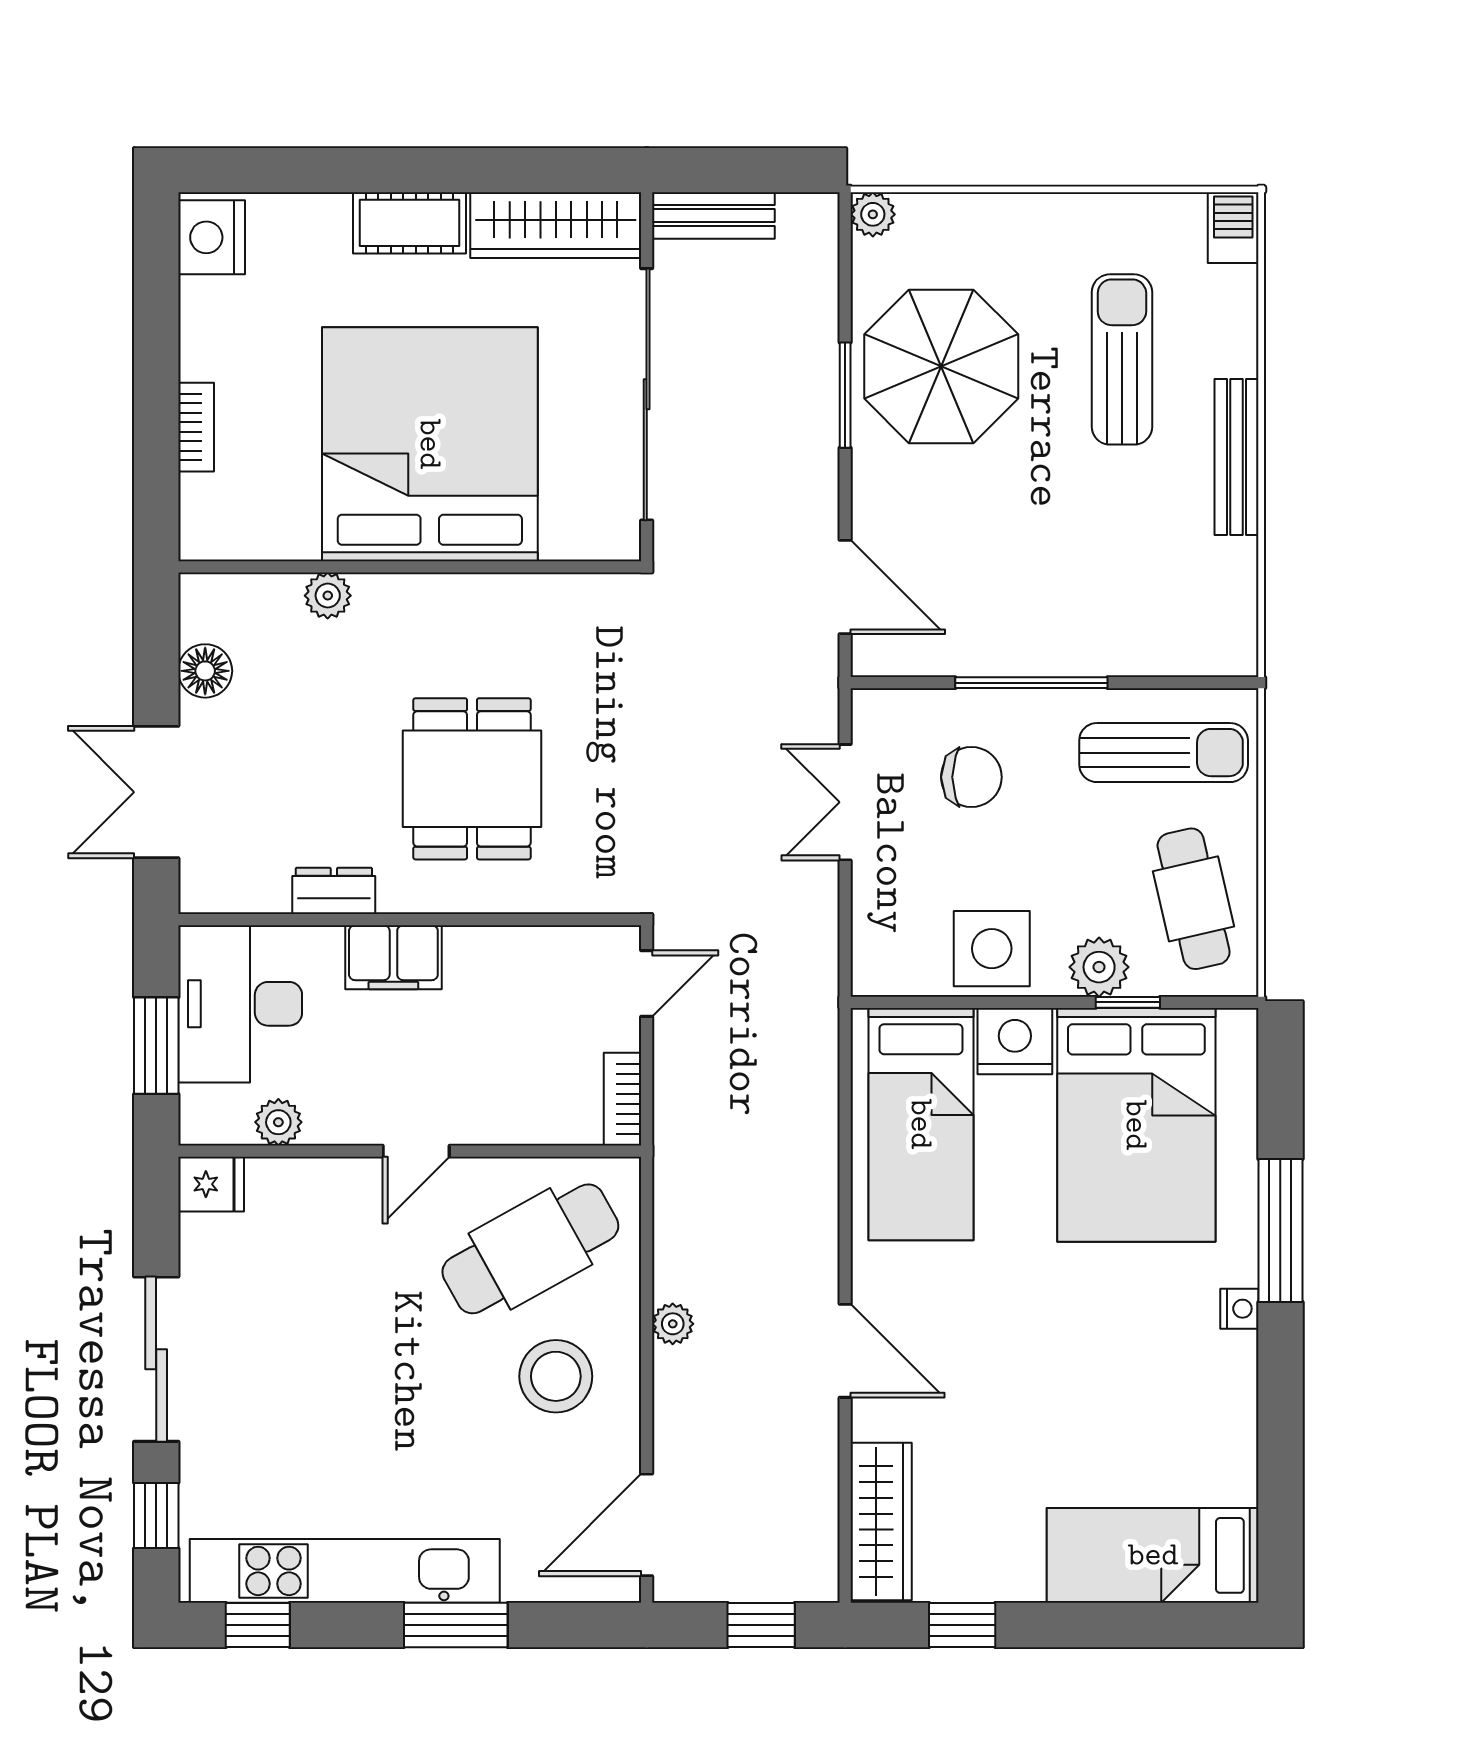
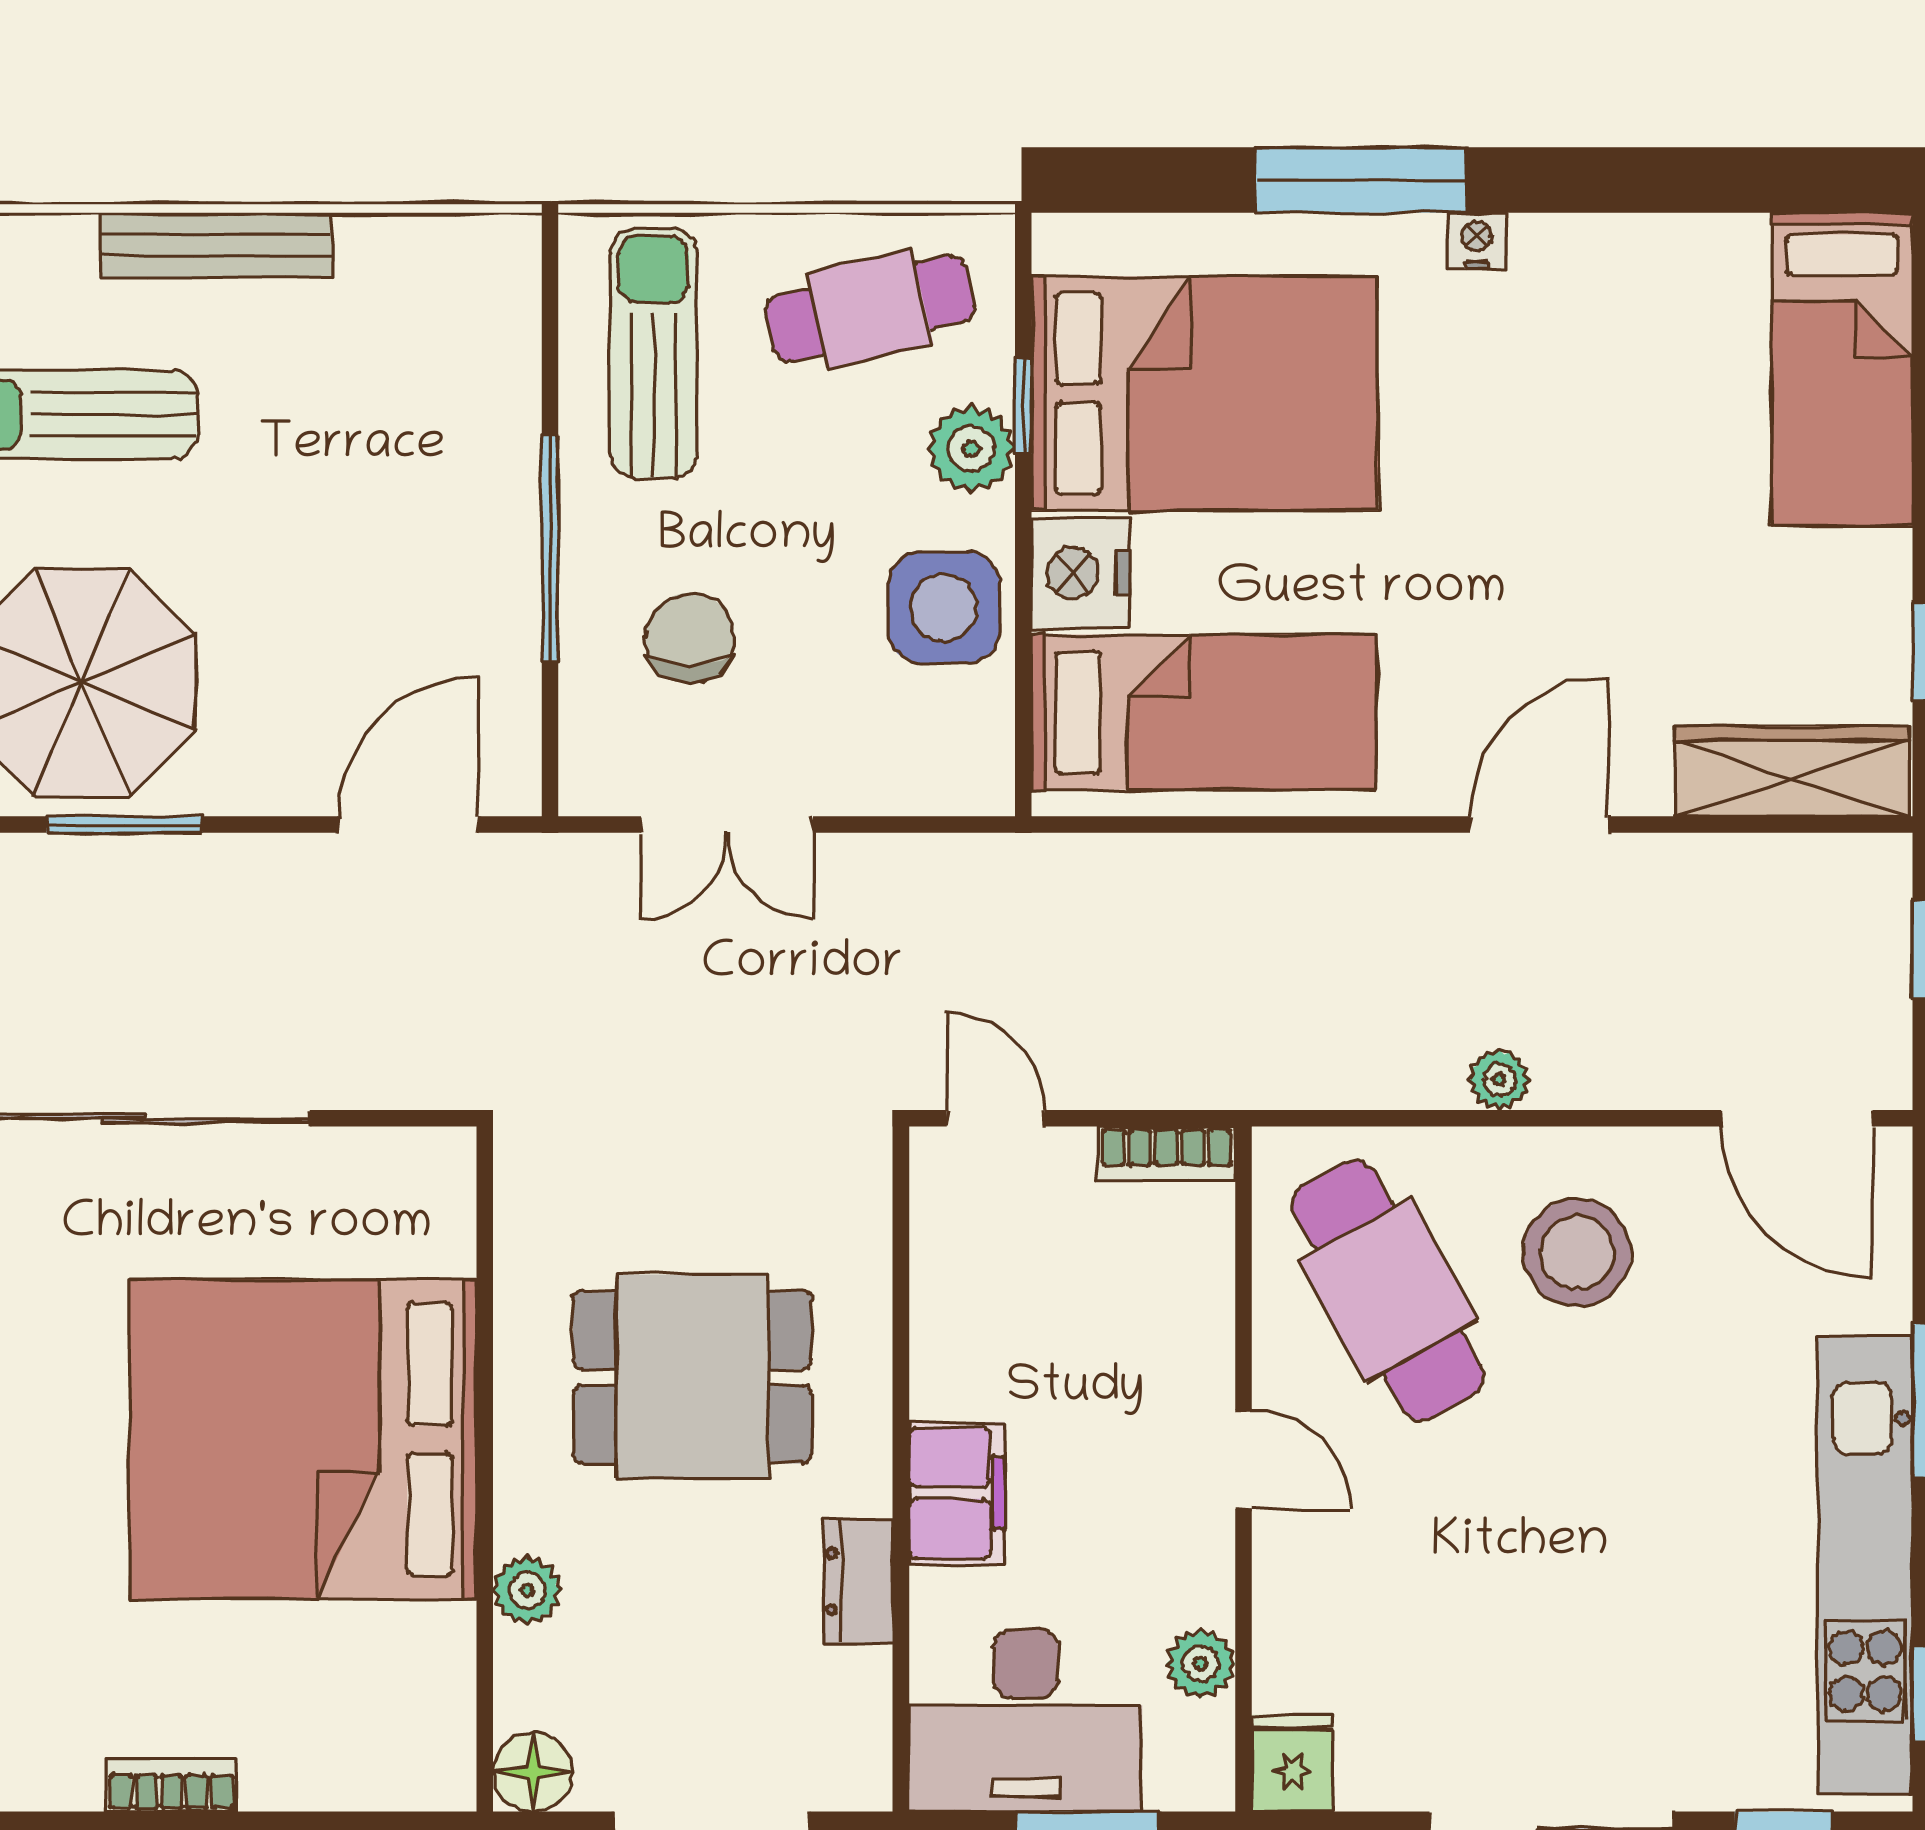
bed: (430, 444) -> (303, 1439), moved
wall: (410, 567) -> (485, 1469), moved
plant: (328, 596) -> (527, 1590), moved

